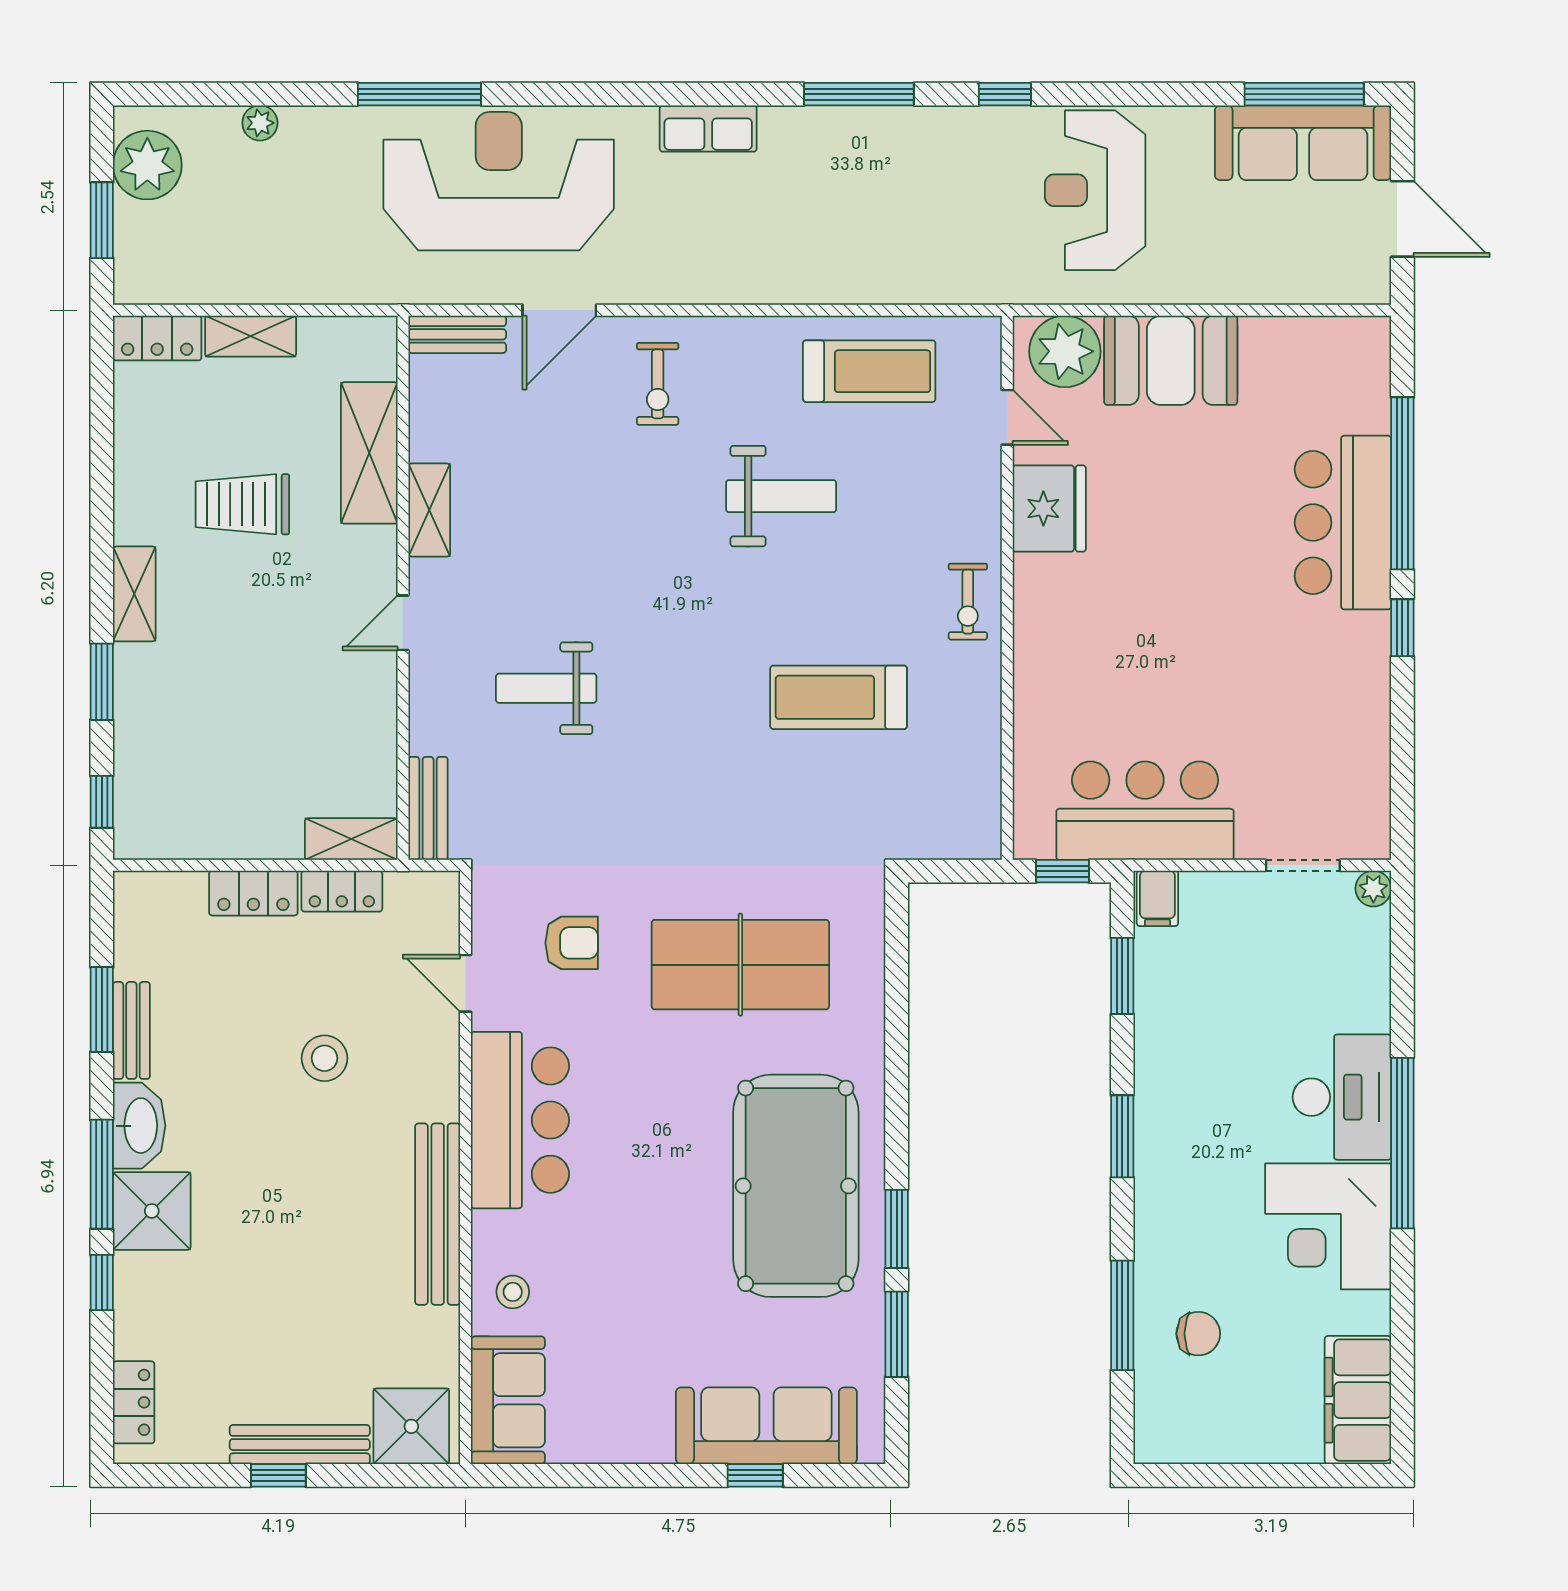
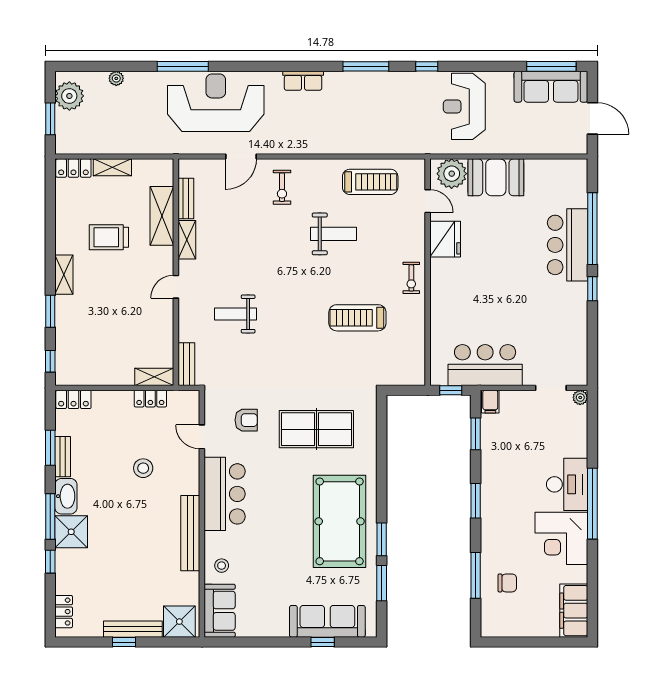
bench: (457, 334) -> (186, 198), moved, turned 90
locker: (253, 893) -> (73, 399), moved

